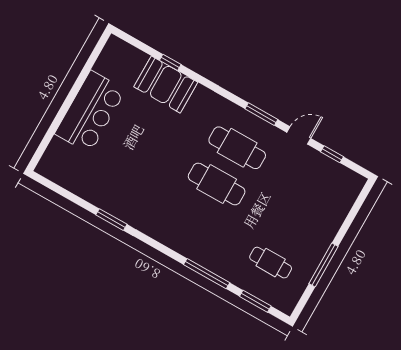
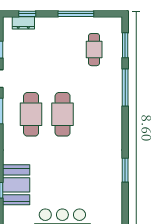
dresser: (348, 199) -> (23, 23), added
window: (355, 209) -> (27, 14), added

